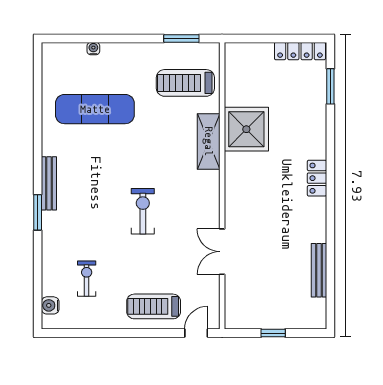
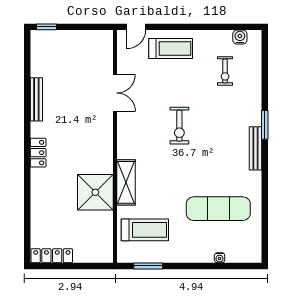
window: (330, 86) -> (27, 227), removed
bench: (319, 270) -> (36, 99), moved
water cooler: (50, 305) -> (240, 37), moved, turned -90
window: (273, 333) -> (46, 27), moved

